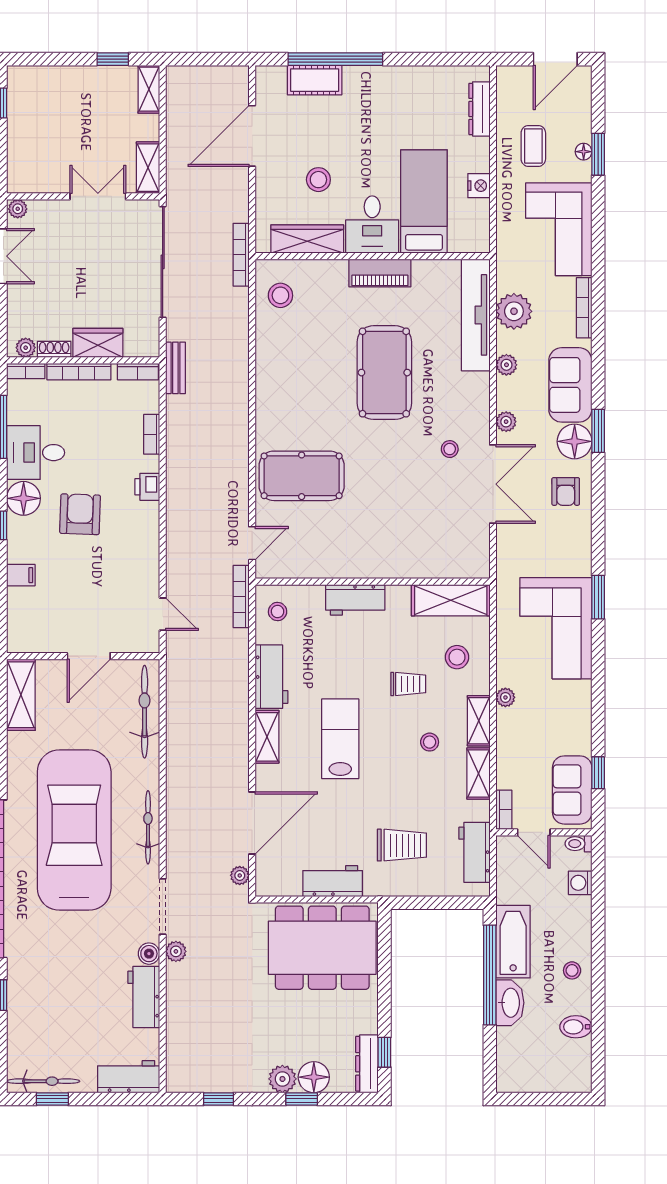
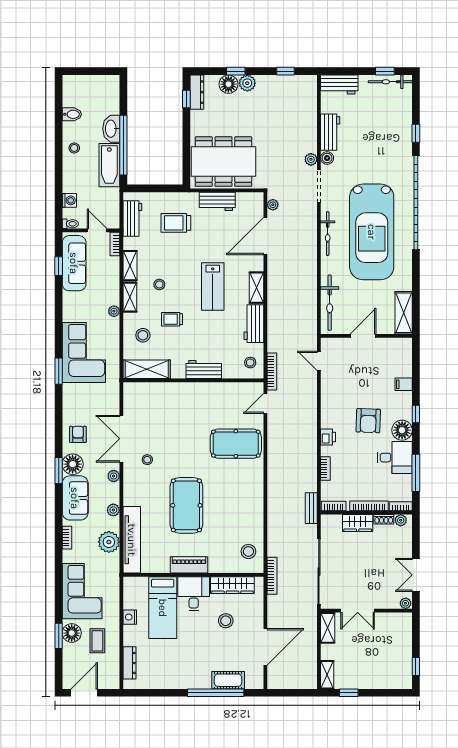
floor lamp: (584, 152) -> (72, 633), width x1.89, depth x1.89
bookcase: (584, 308) -> (67, 538), width x0.64
sofa: (572, 790) -> (74, 263), width x1.36

